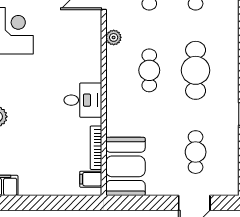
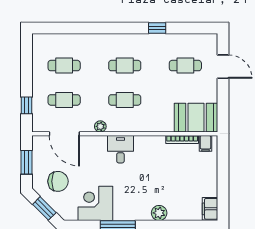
cafe table: (196, 70) -> (125, 66), width x0.73, depth x0.74
desk: (83, 100) -> (120, 149), moved

